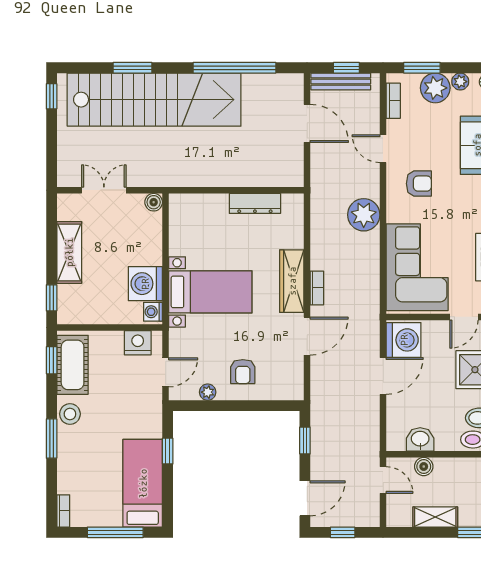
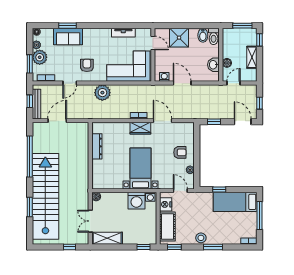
window: (52, 96) -> (69, 247), moved
shelving: (69, 252) -> (107, 238), moved
wardrobe: (292, 281) -> (140, 128), width x0.67
washing machine: (404, 340) -> (164, 77), width x0.53, depth x0.53
cot: (73, 365) -> (167, 226), moved, turned 90

